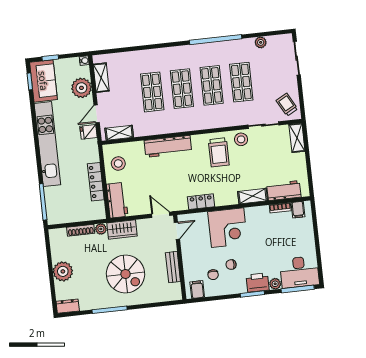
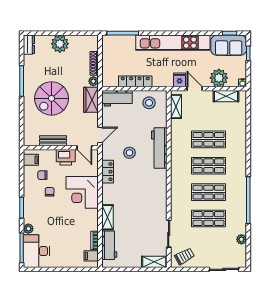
stool: (241, 139) -> (129, 153), moved
trolley: (219, 152) -> (149, 192), removed
printer: (258, 283) -> (66, 157), moved, turned 90

